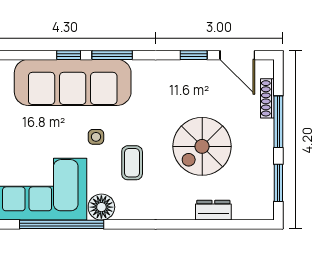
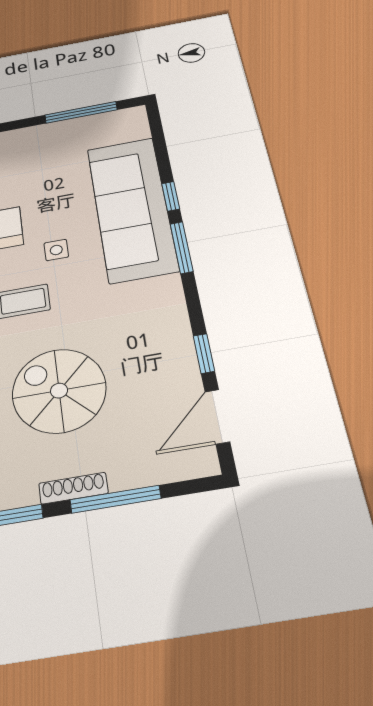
shoe rack: (267, 98) -> (73, 488), moved

